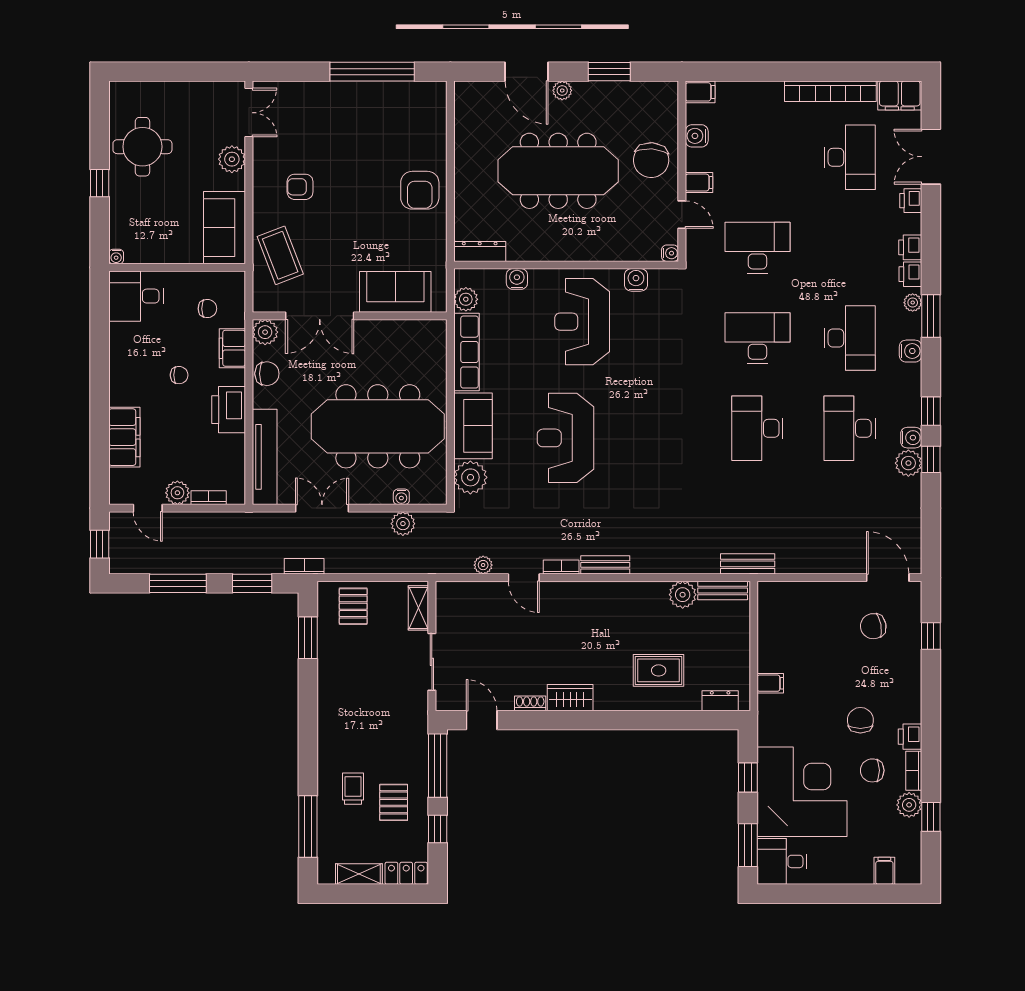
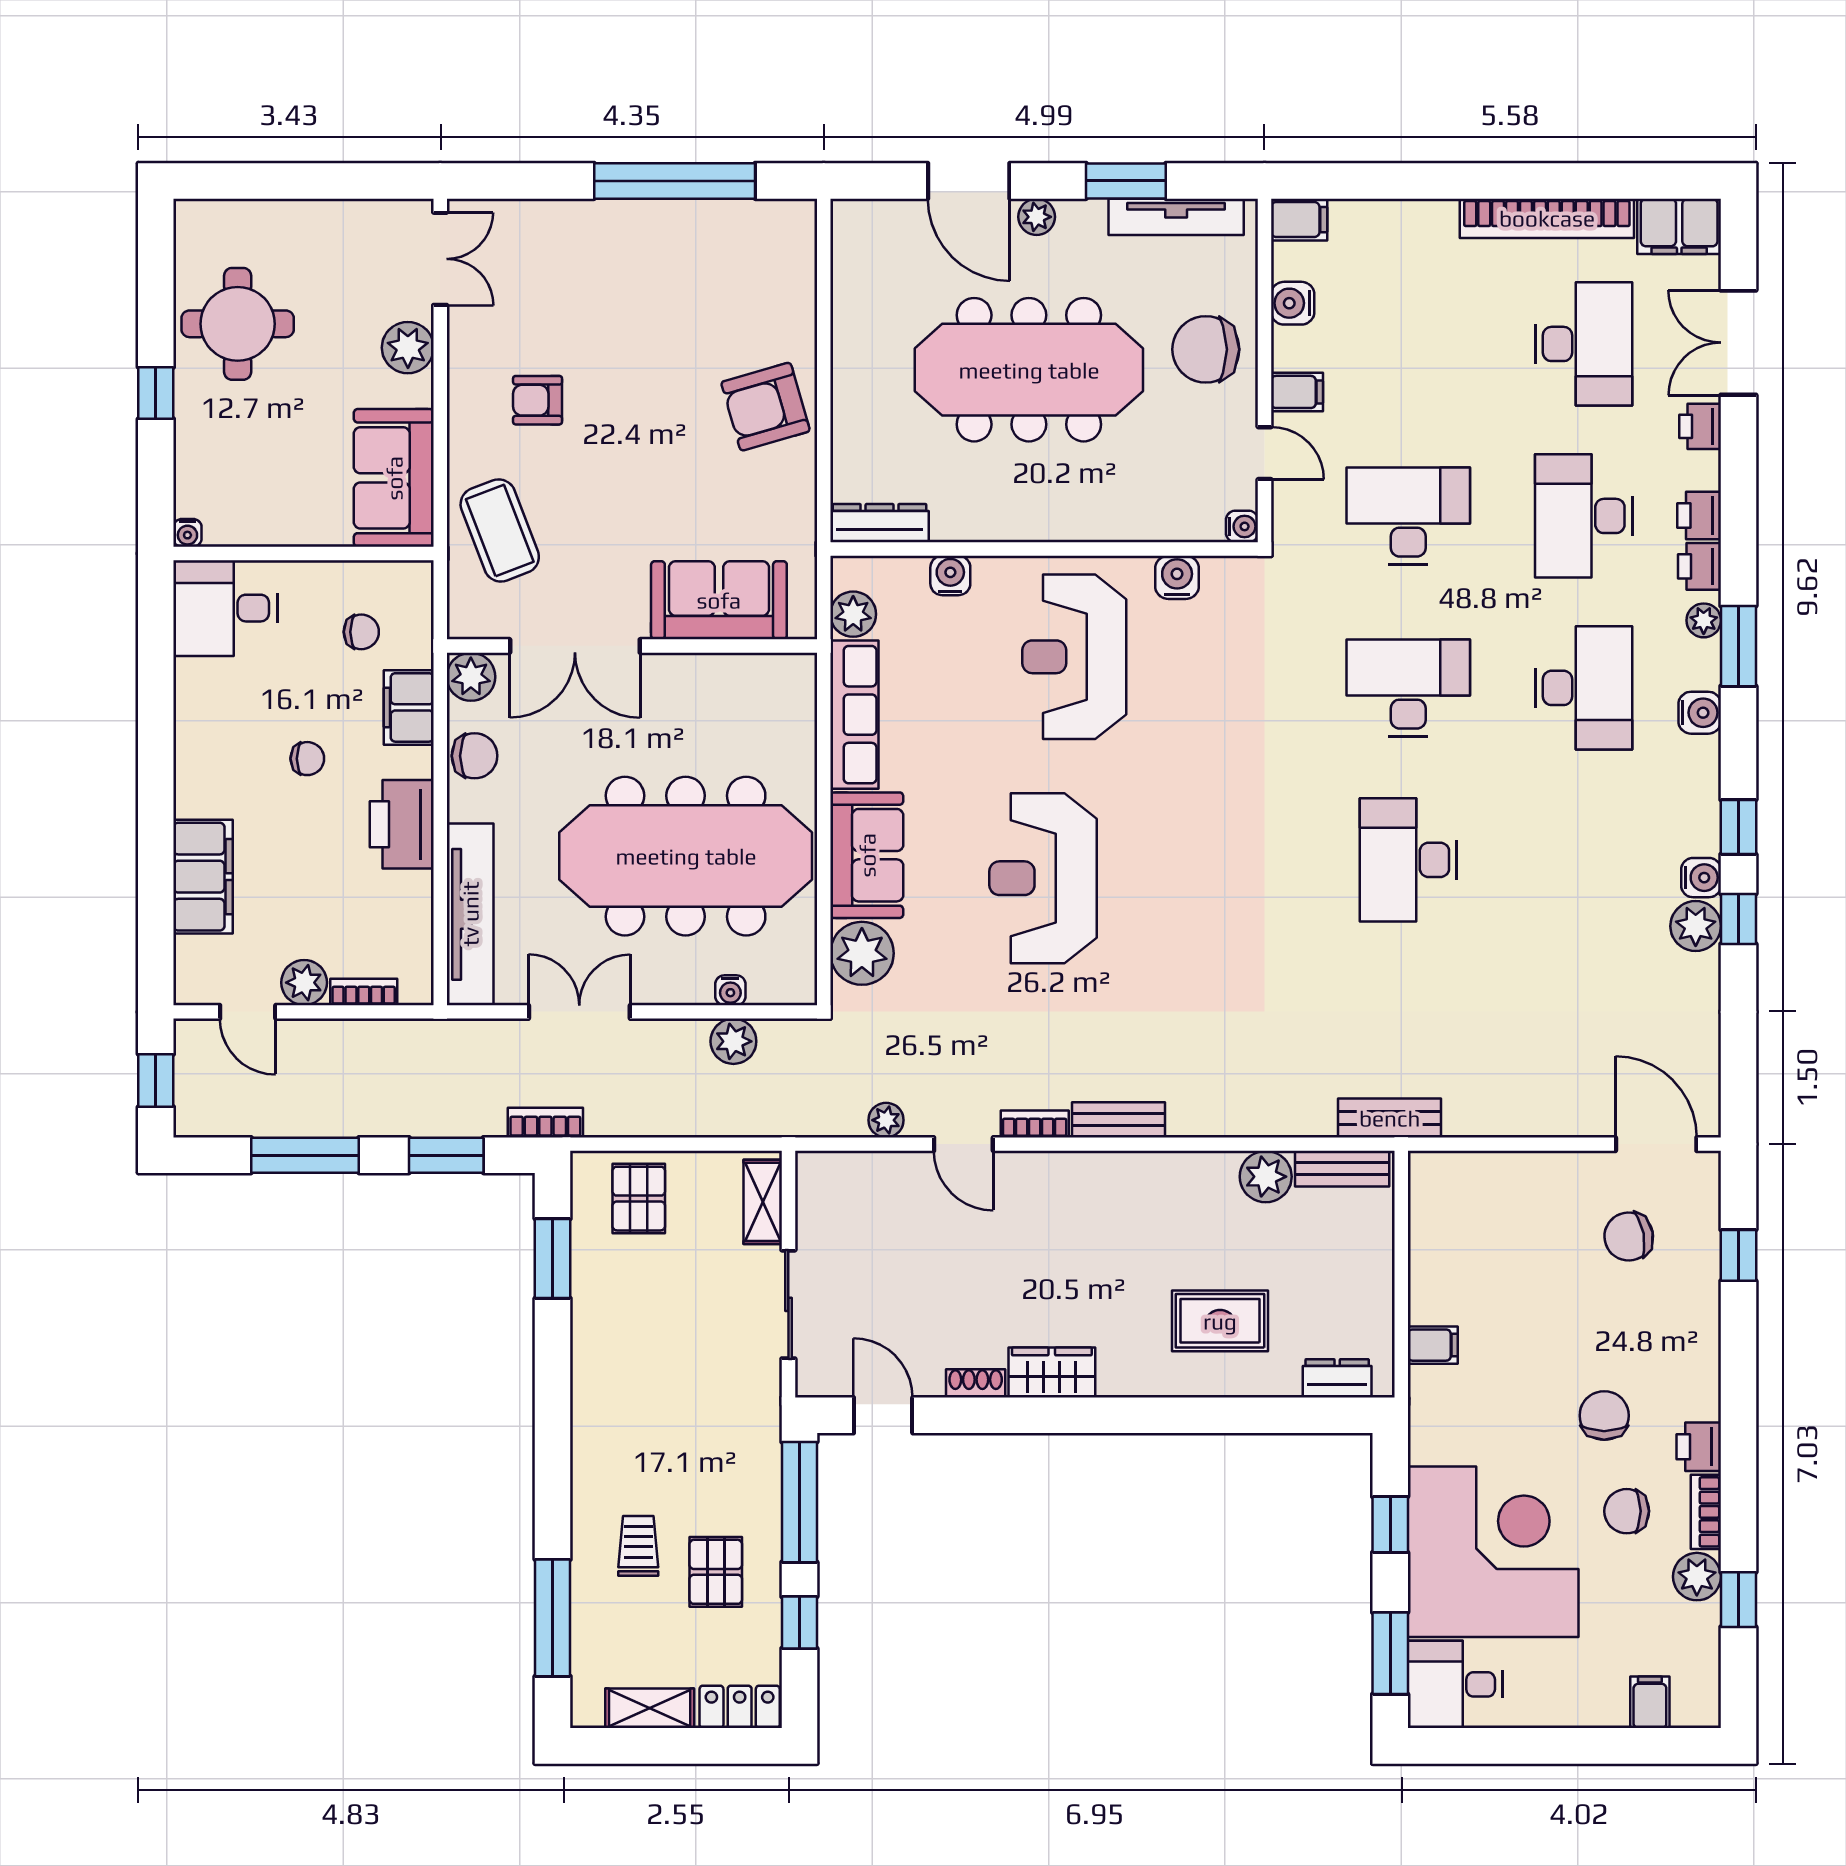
tv unit: (635, 91) -> (1176, 217), added
chair: (651, 160) -> (1206, 349), turned 86
armchair: (420, 190) -> (766, 407), turned 74
desk: (850, 428) -> (1584, 516), moved

